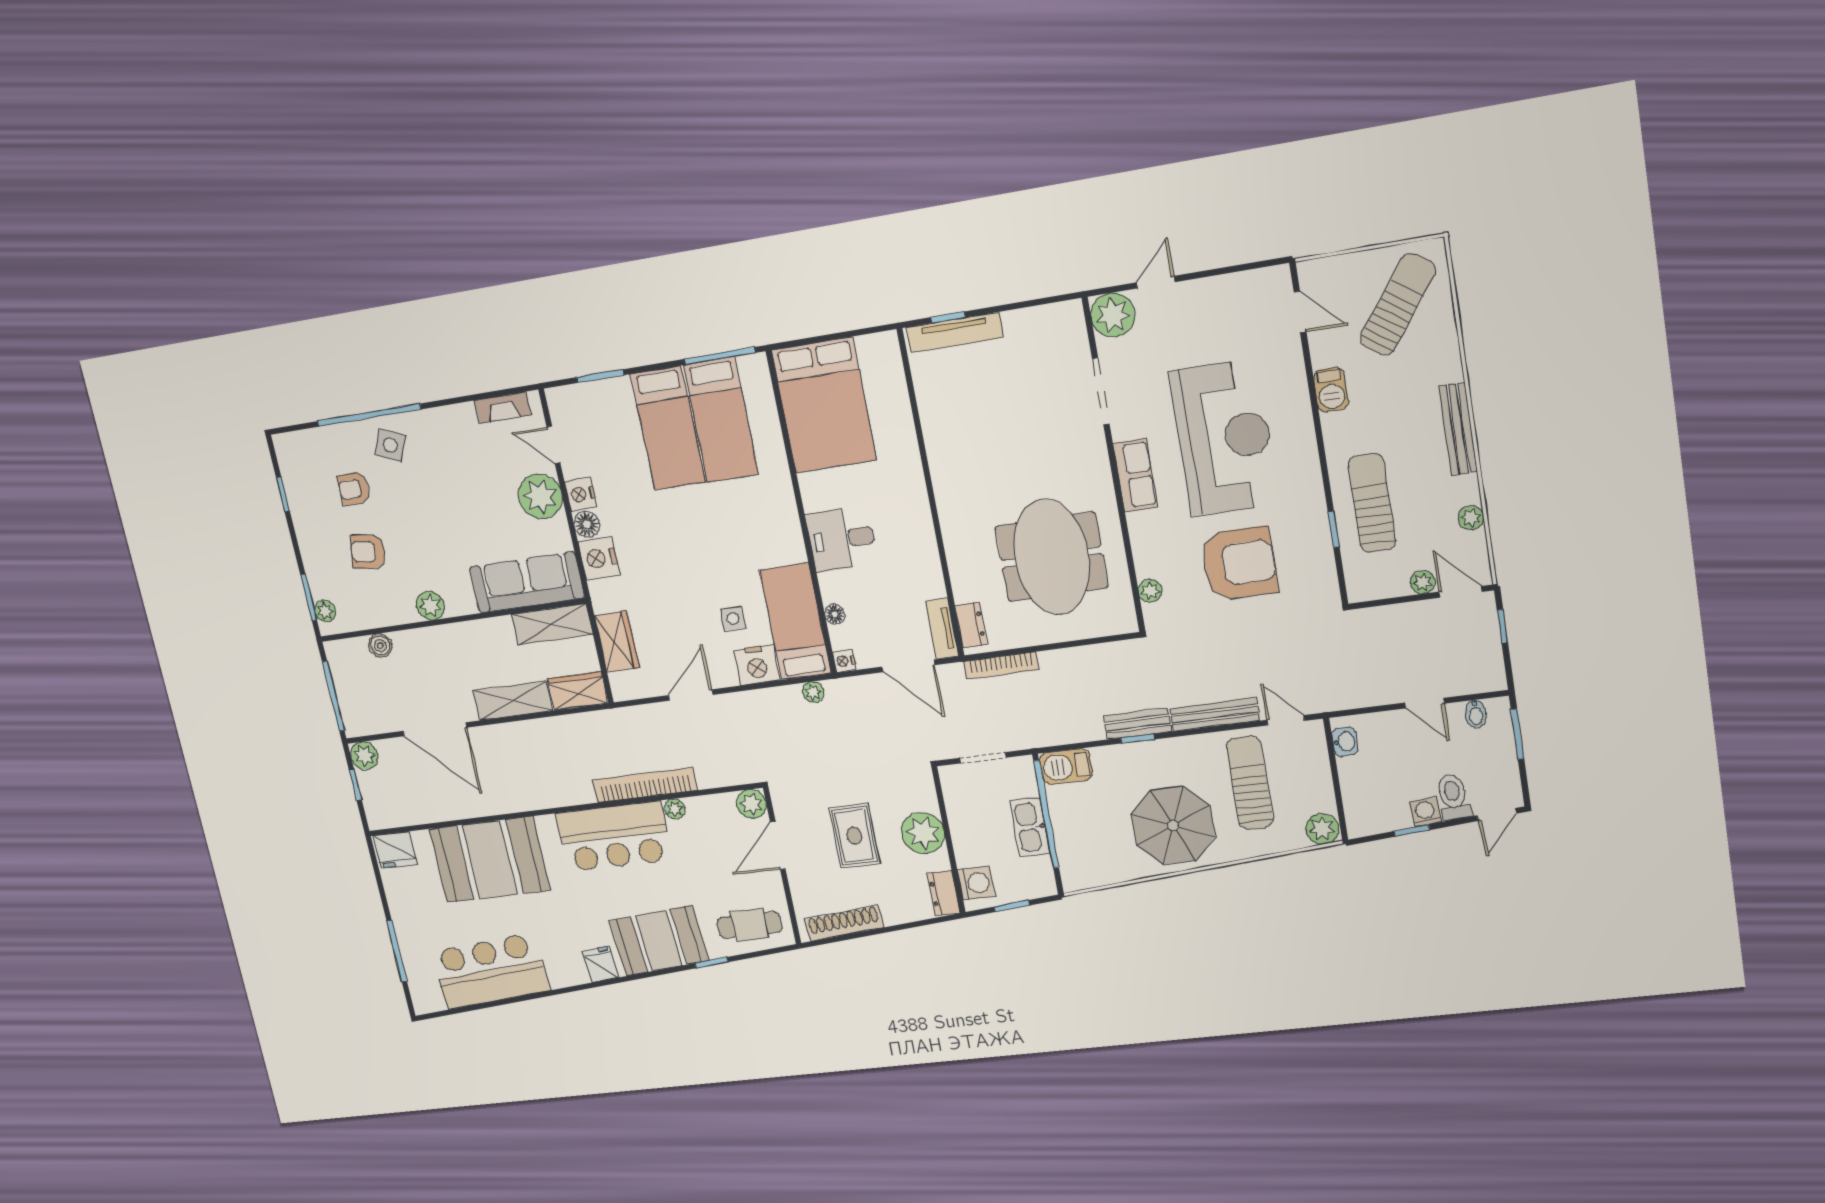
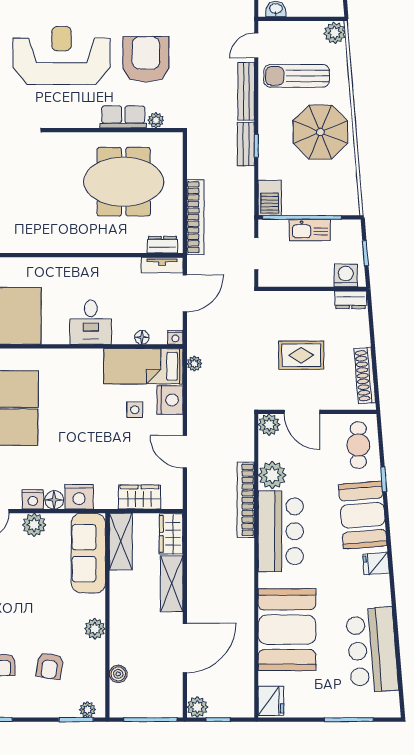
row of seats: (1135, 475) -> (123, 117), moved
plant: (540, 496) -> (34, 525), width x0.73, depth x0.73
bookcase: (1001, 666) -> (195, 217), width x1.48, depth x1.31
plant: (675, 809) -> (272, 475), width x1.88, depth x1.88
plant: (923, 833) -> (305, 306), removed

